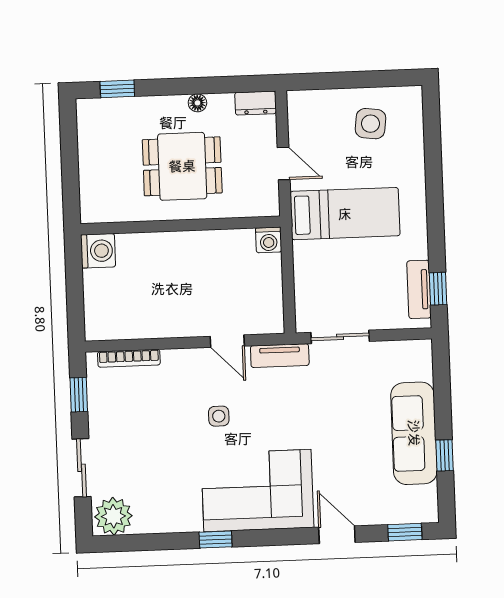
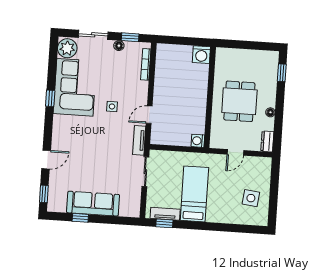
bed: (345, 214) -> (194, 194), moved, turned 180
floor lamp: (97, 415) -> (119, 46), added
corner sofa: (257, 491) -> (75, 87), moved

